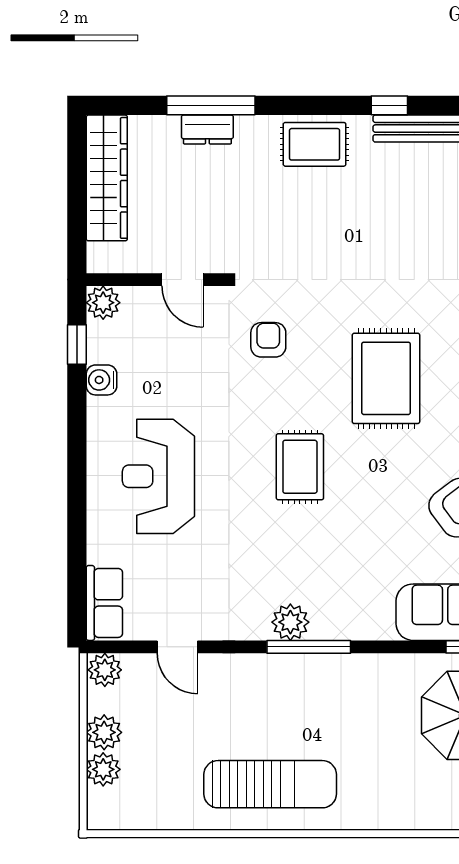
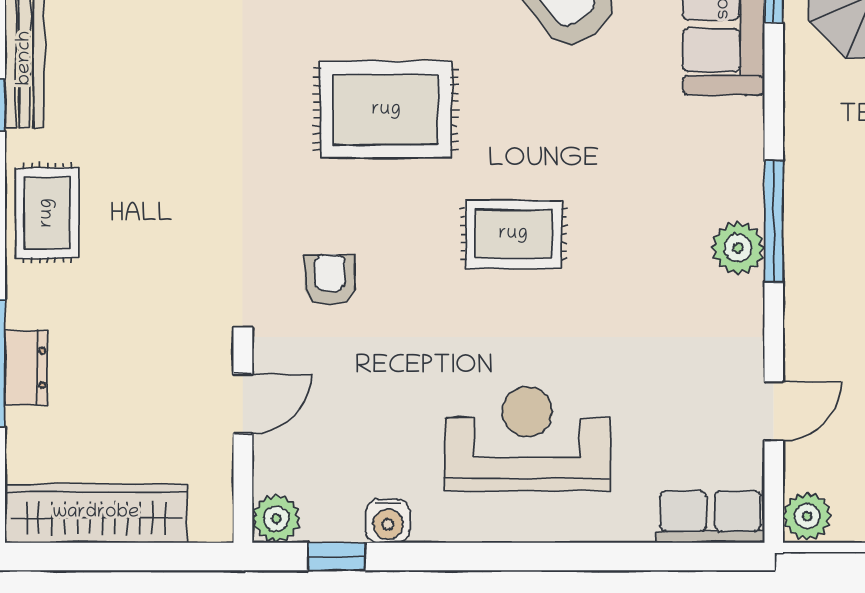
armchair: (268, 340) -> (330, 280), turned 90
reception desk: (158, 476) -> (527, 439), turned 180

